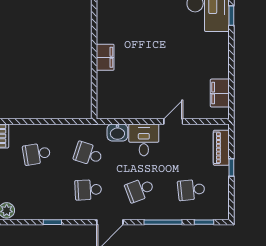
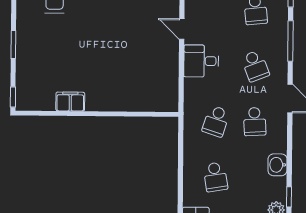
filing cabinet: (105, 57) -> (70, 102), moved
washbasin: (117, 132) -> (277, 165), moved, turned 180
window: (52, 222) -> (289, 197), moved

